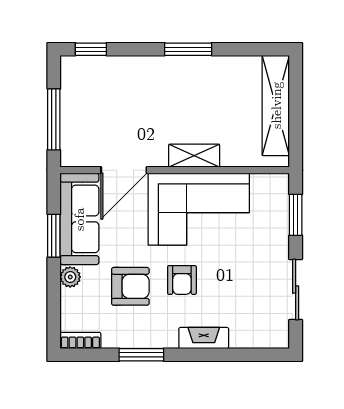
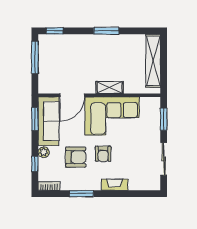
window: (54, 119) -> (35, 57), moved
window: (54, 236) -> (35, 119), moved
window: (54, 299) -> (35, 164), added

